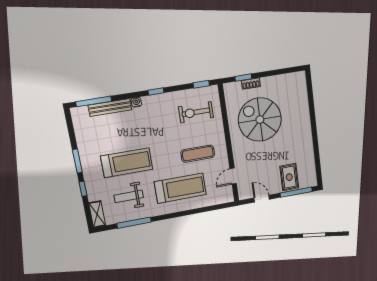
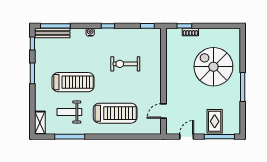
bench: (110, 107) -> (52, 33), moved
exercise bike: (196, 112) -> (125, 64), moved
spiral stairs: (260, 120) -> (213, 67), moved
window: (315, 135) -> (243, 87), added
exercise mat: (198, 154) -> (135, 85), removed
window: (83, 189) -> (32, 44), moved
door: (262, 199) -> (187, 137), hinge flipped

